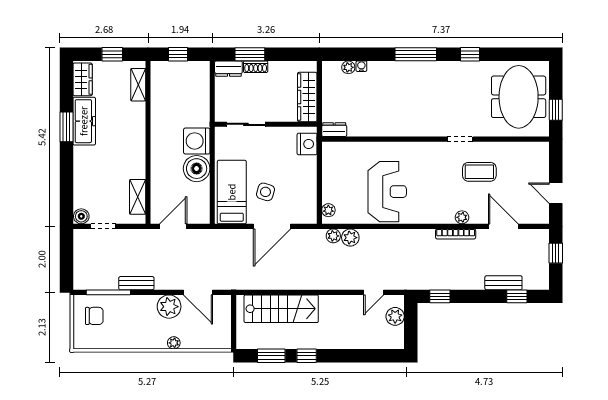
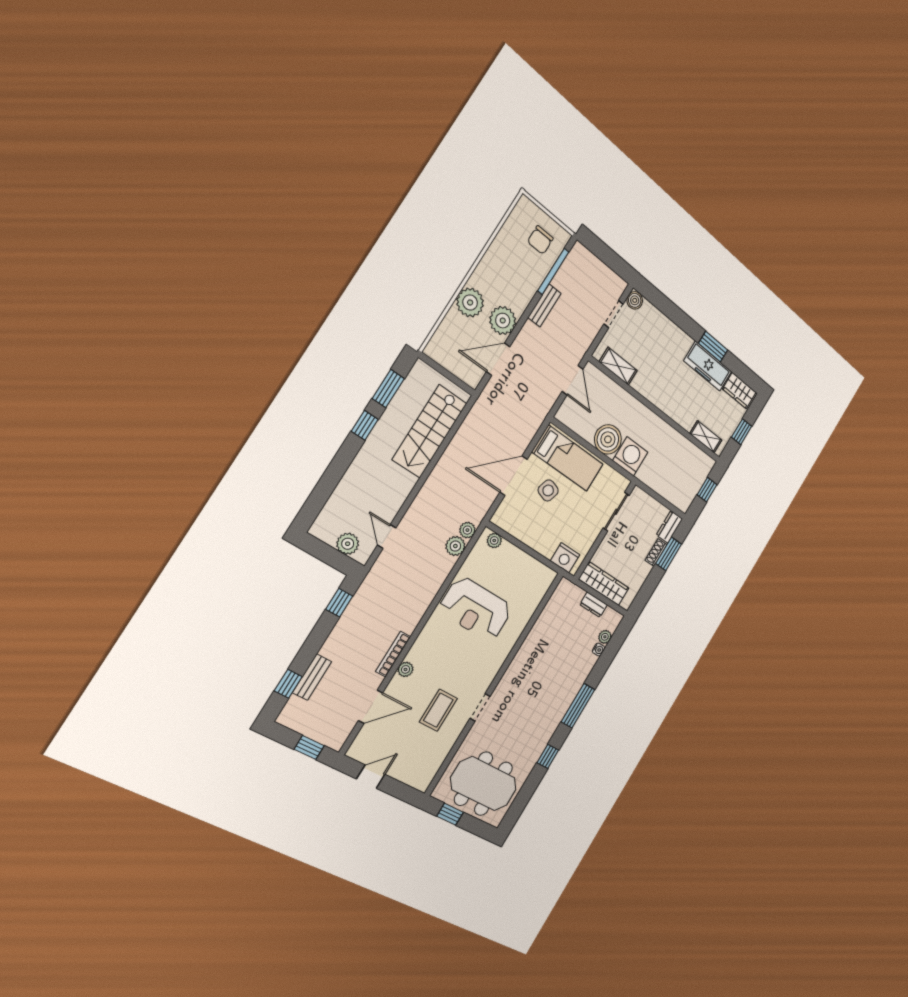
dresser: (334, 130) -> (594, 605), moved, turned 90
door: (272, 226) -> (514, 476), hinge flipped
plant: (174, 343) -> (470, 302), width x1.88, depth x1.88

